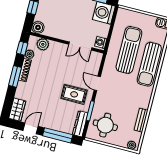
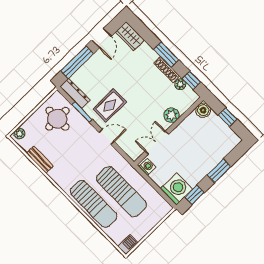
plant: (43, 44) -> (171, 115), moved
sun lounger: (149, 64) -> (94, 204), turned 180

